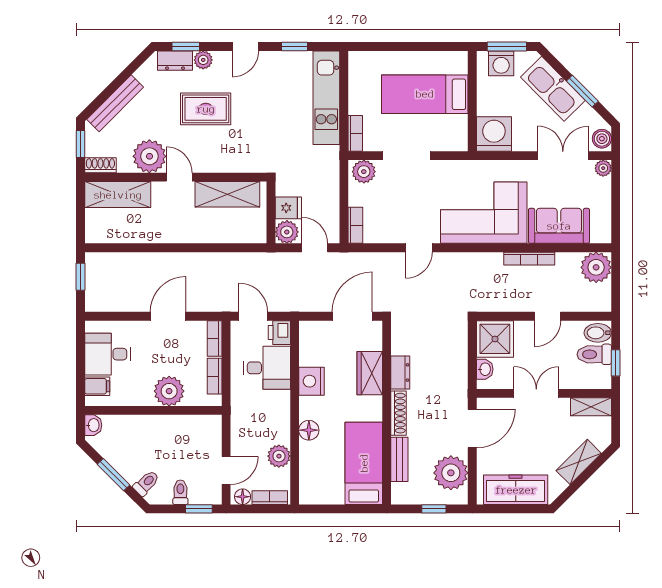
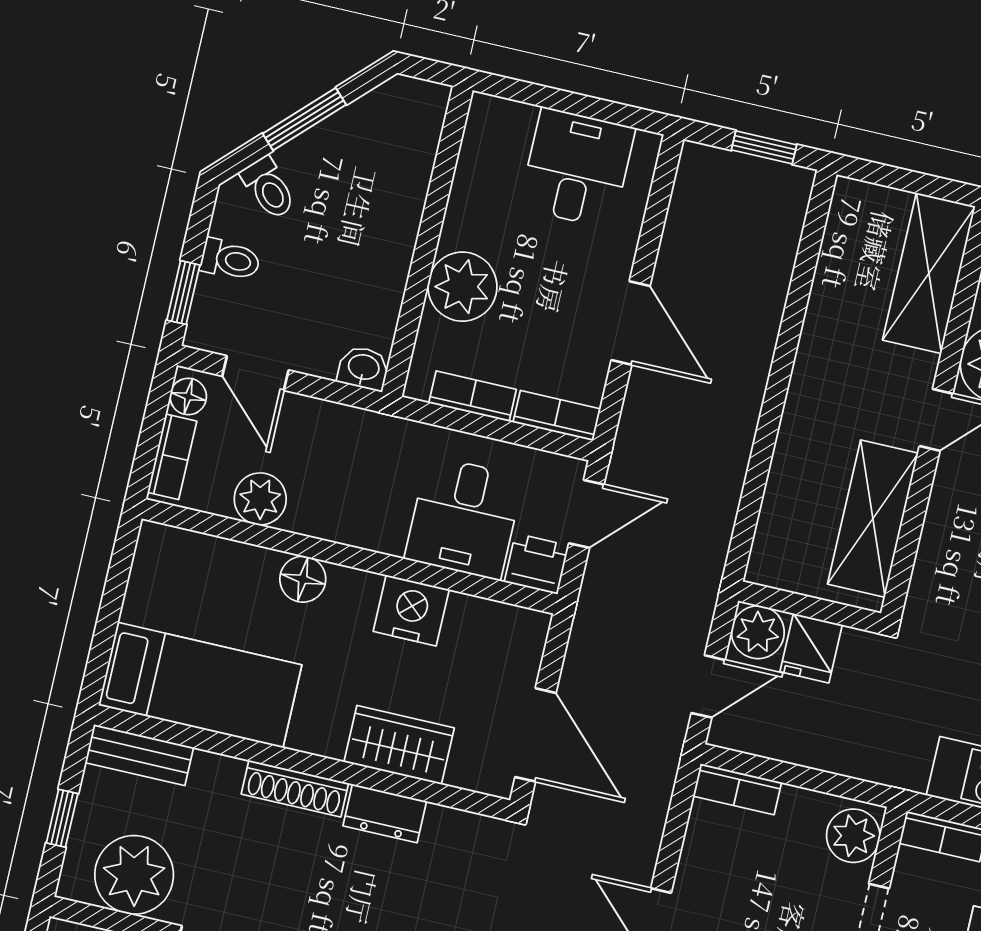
filing cabinet: (97, 386) -> (510, 128), removed
washbasin: (93, 425) -> (363, 368), moved, turned 180
bench: (399, 459) -> (139, 755), moved

